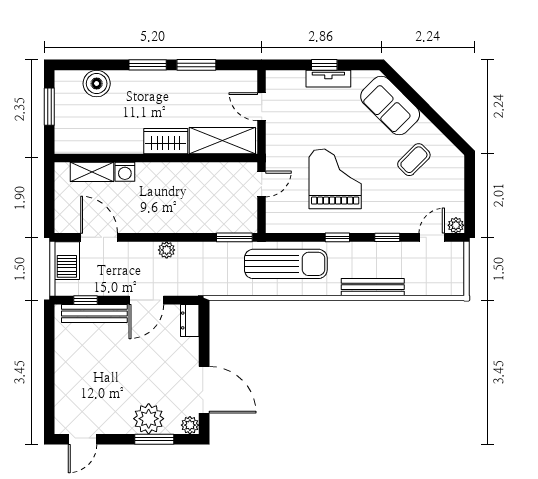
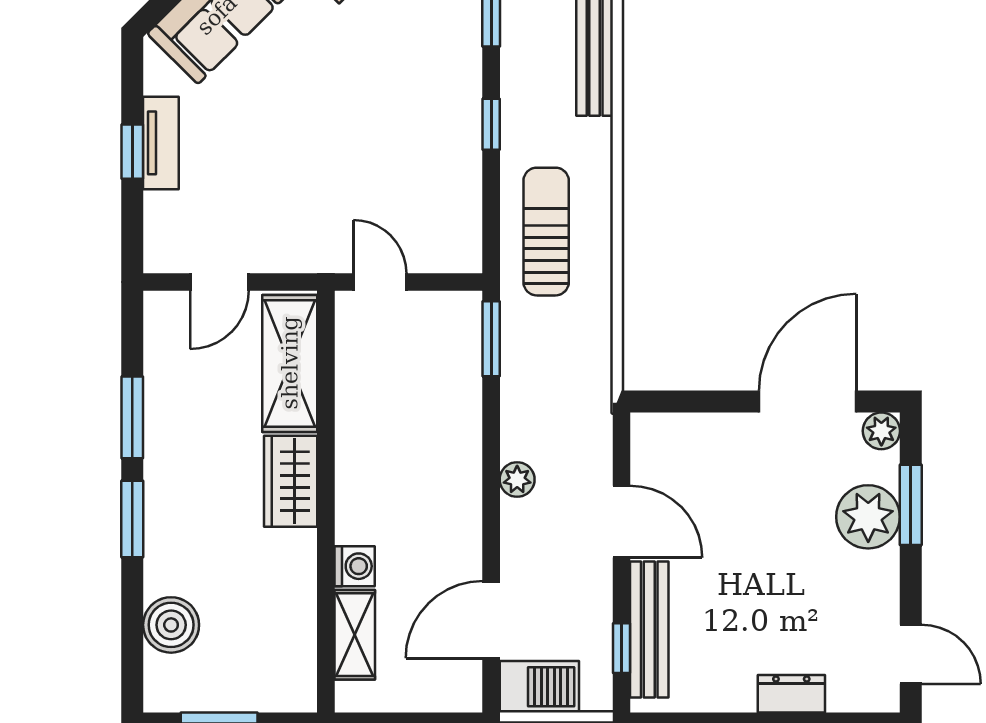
grand piano: (335, 179) -> (369, 129), removed
sun lounger: (286, 264) -> (546, 232), width x0.73, depth x0.75
dresser: (190, 320) -> (791, 694), moved, turned 180

